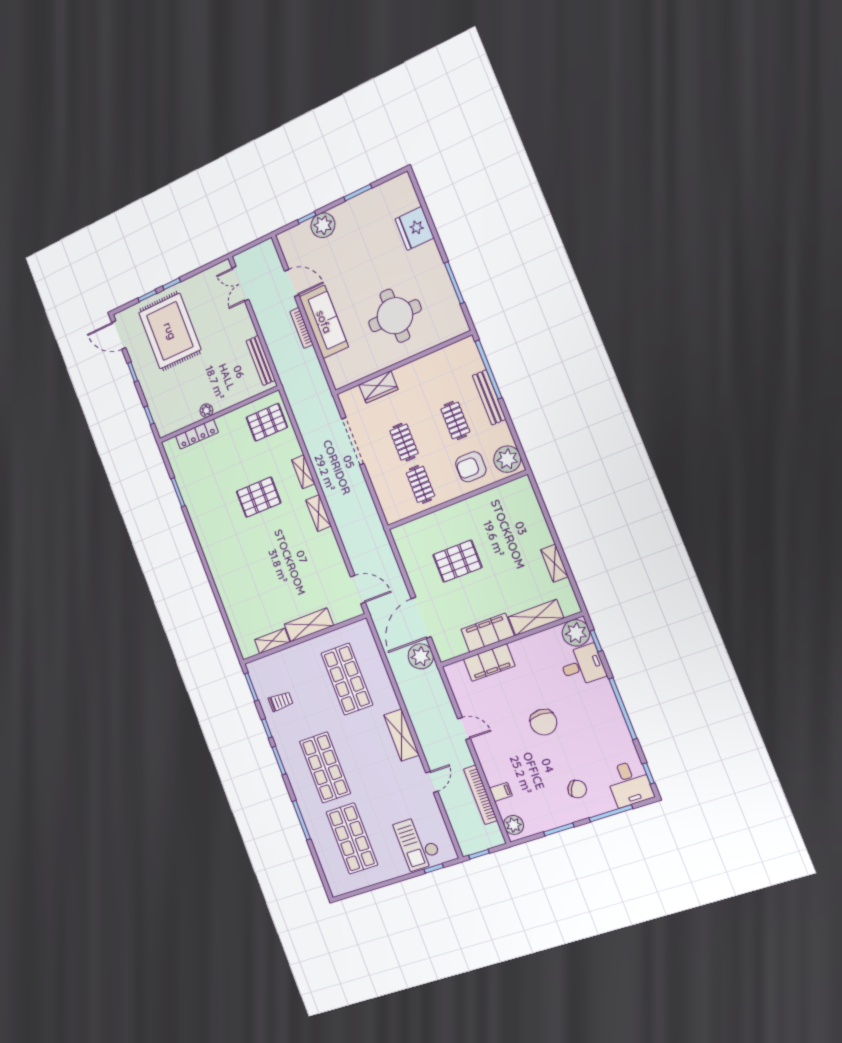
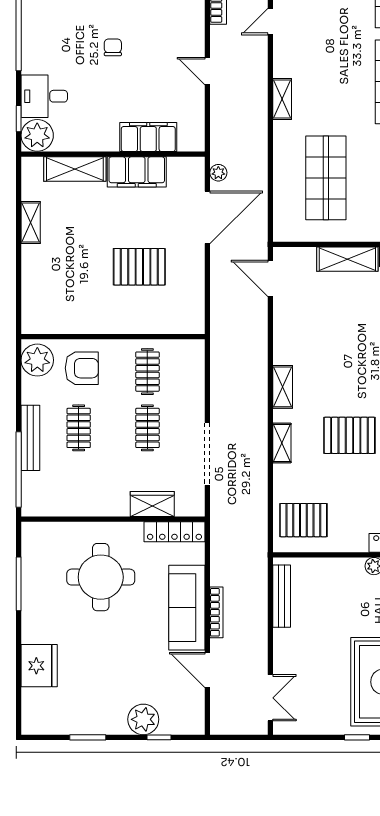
locker: (354, 373) -> (174, 532), added
plant: (421, 656) -> (218, 173), width x0.53, depth x0.53
chair: (543, 722) -> (113, 47), width x0.54, depth x0.54
shelving: (401, 735) -> (282, 99), width x0.67, depth x0.75

